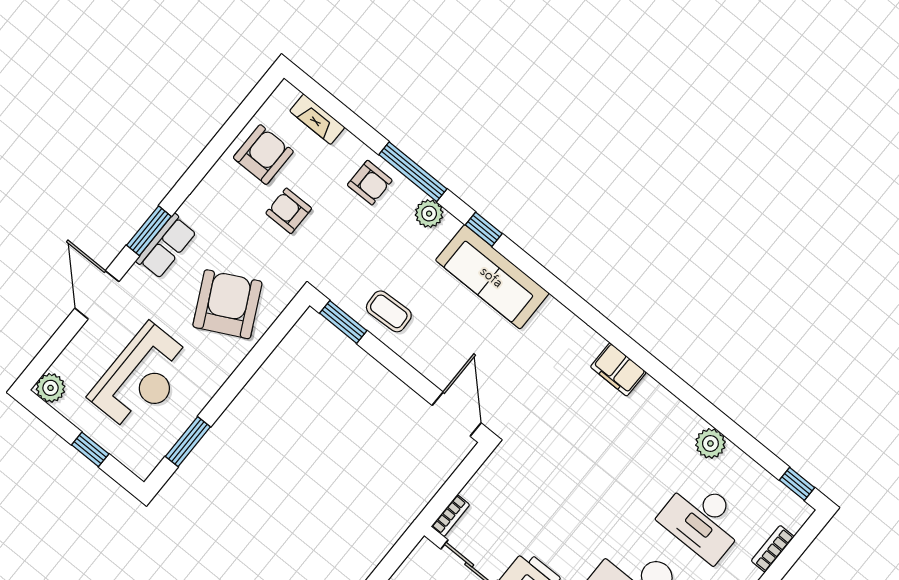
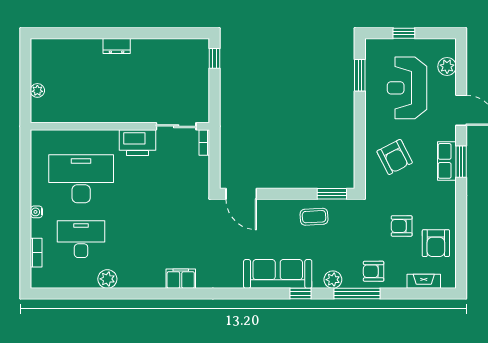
armchair: (289, 211) -> (402, 226), turned 180
armchair: (227, 304) -> (395, 157), width x0.73, depth x0.73
plant: (51, 388) -> (447, 67), moved
window: (797, 484) -> (50, 293), removed

